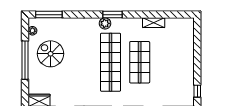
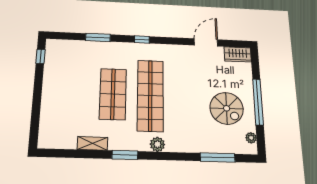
window: (49, 15) -> (218, 157), moved
window: (112, 15) -> (125, 155), moved

